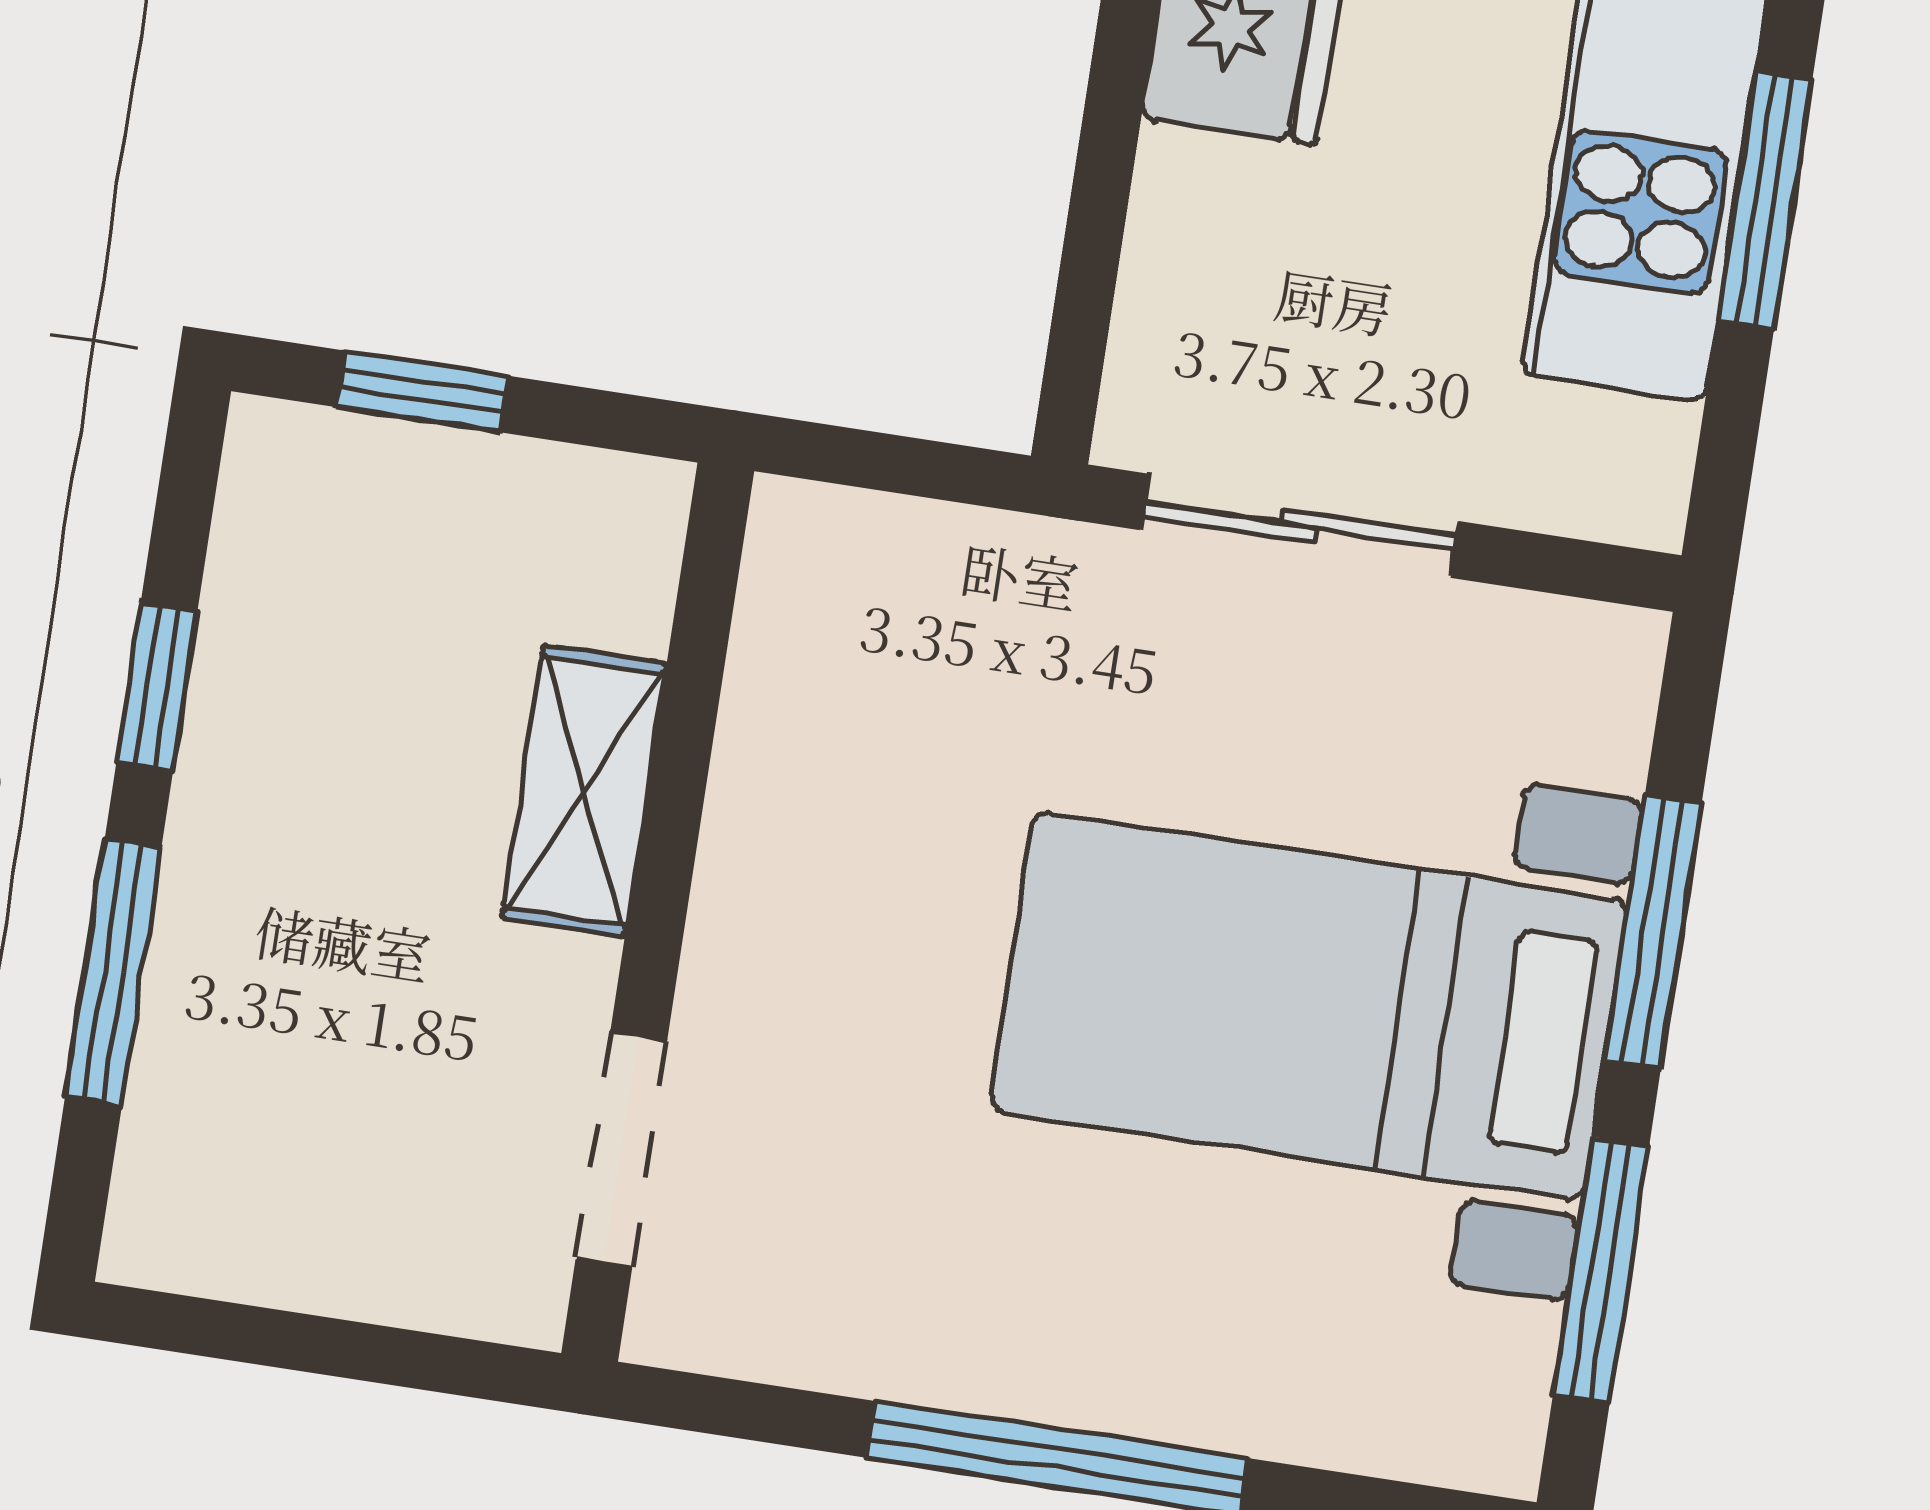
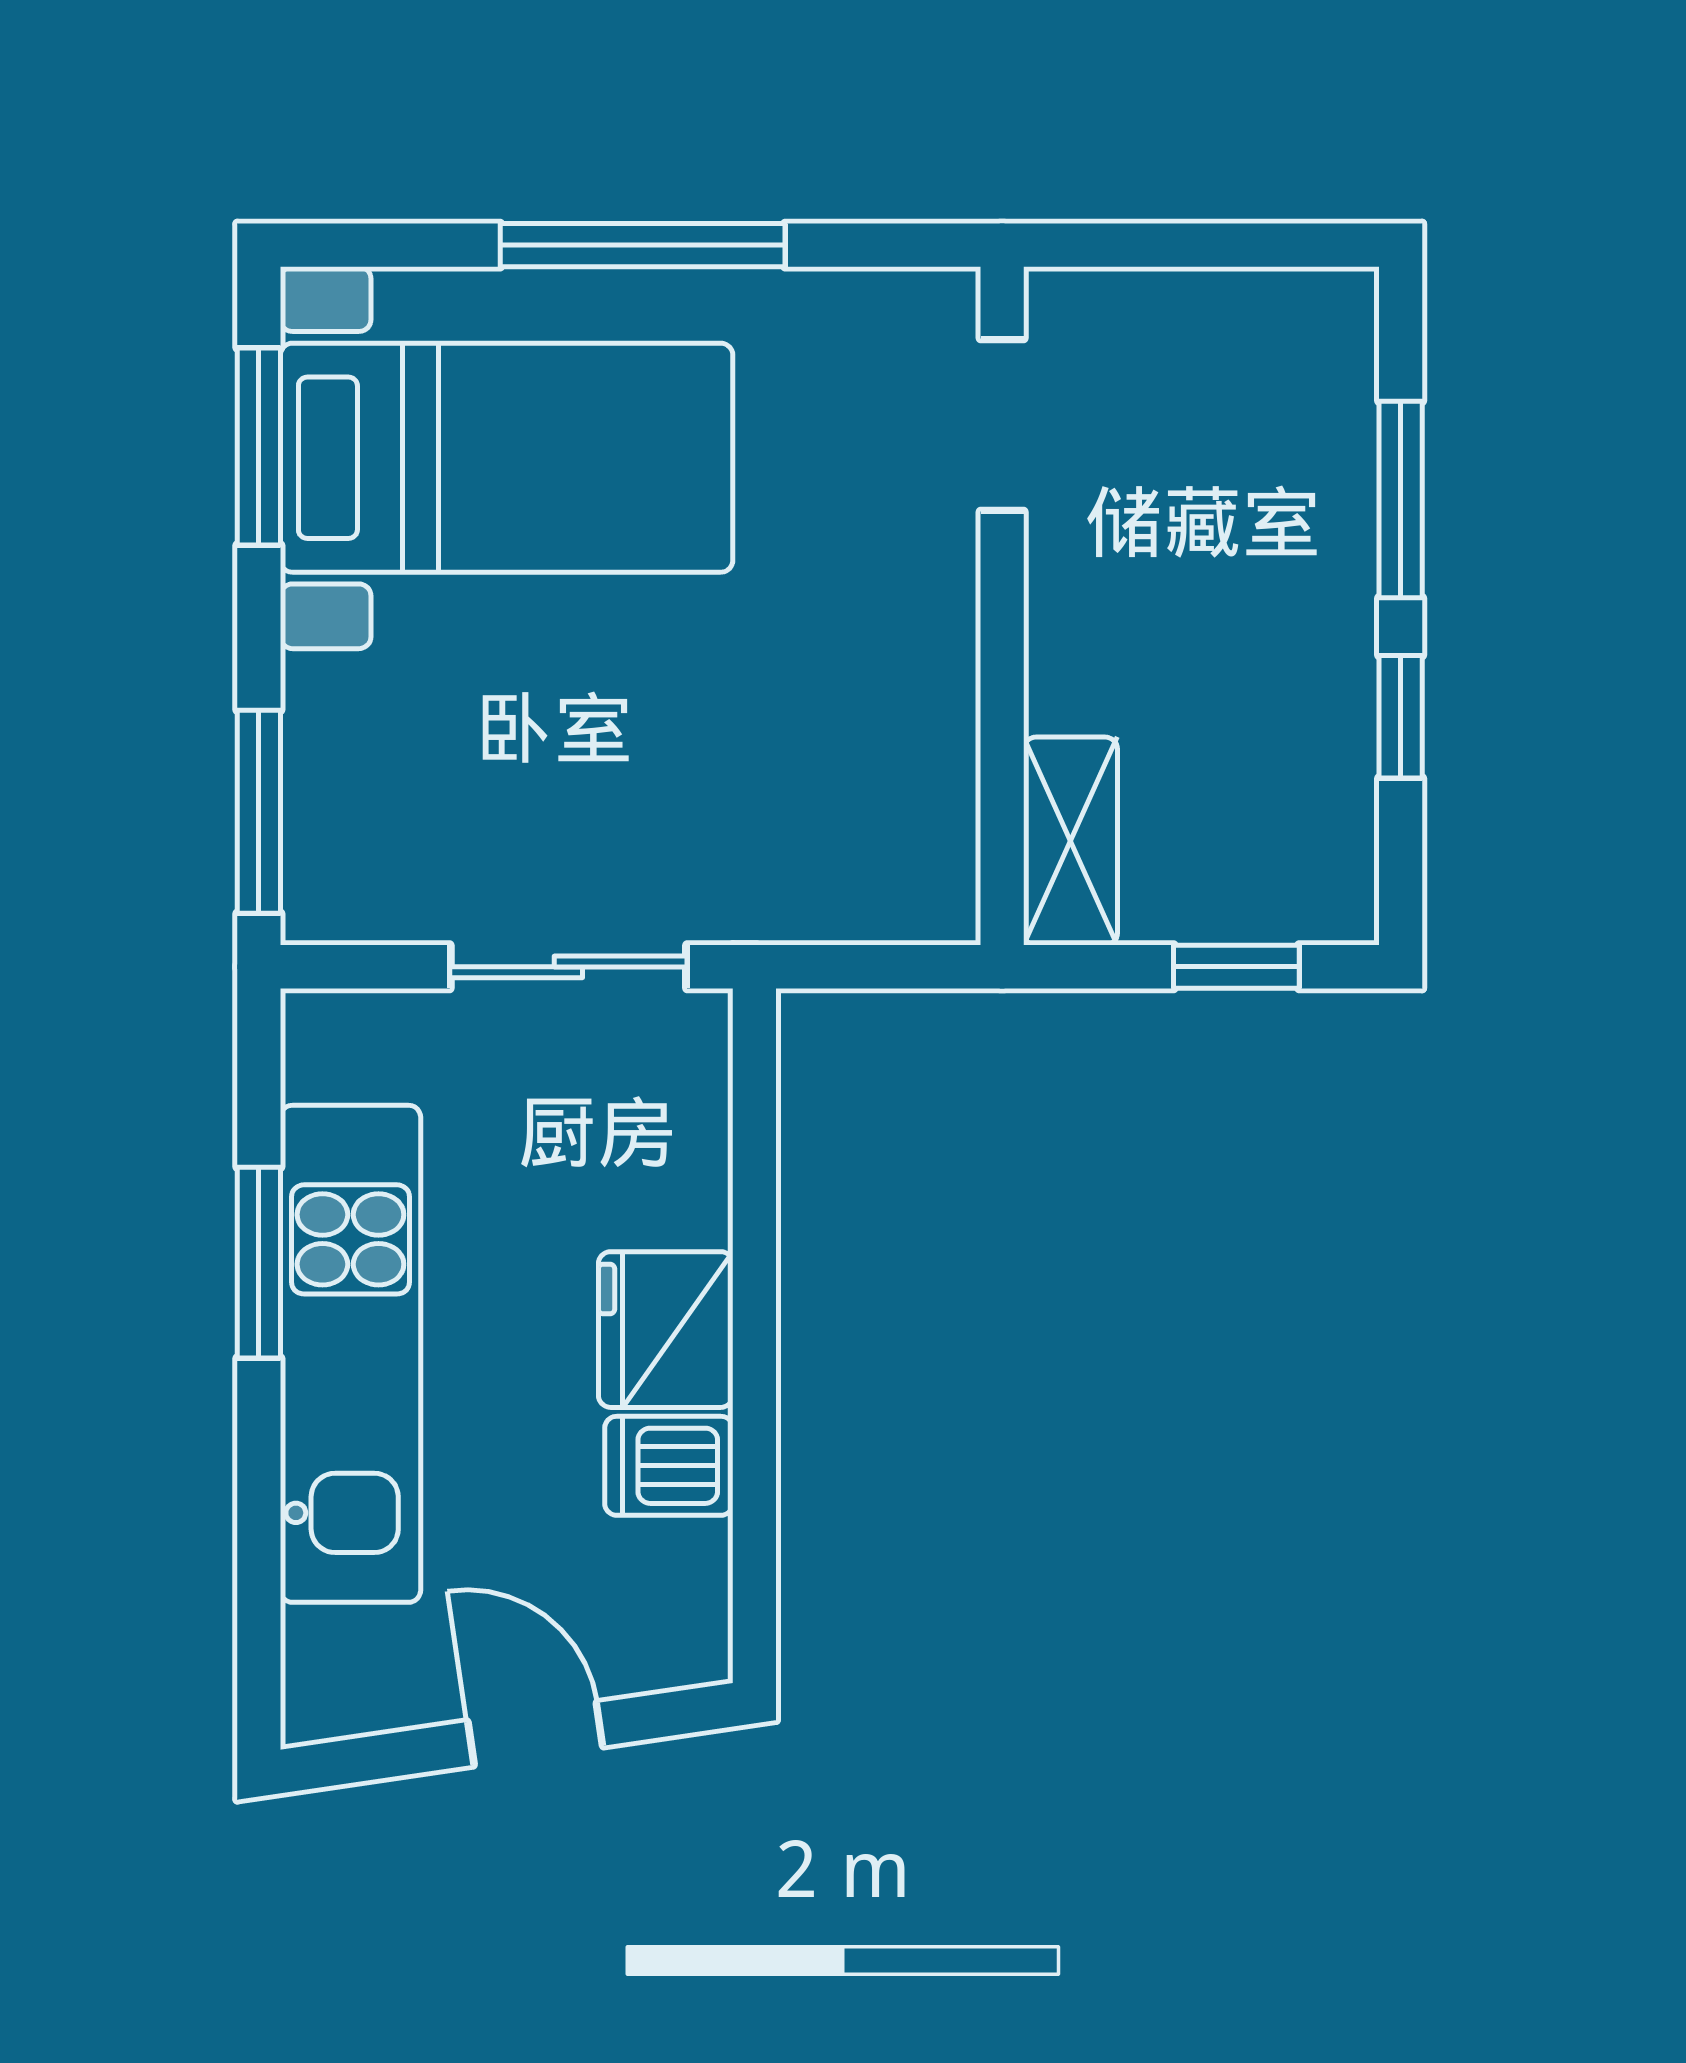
shelving: (584, 791) -> (1071, 841), moved
window: (1653, 932) -> (259, 812), moved
bed with nightstands: (1309, 1006) -> (507, 458), moved

